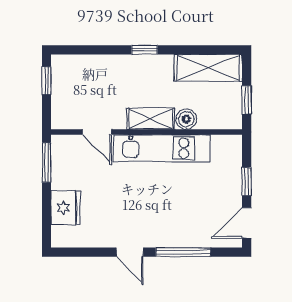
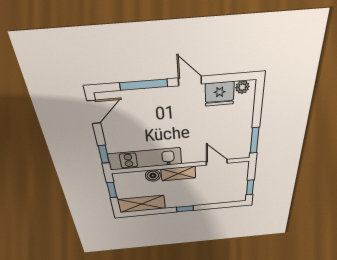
kitchen unit: (162, 148) -> (145, 159), moved
window: (247, 182) -> (104, 154), moved
fridge: (66, 208) -> (220, 94), moved, turned -90
plant: (67, 239) -> (242, 87), added

